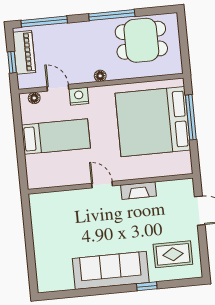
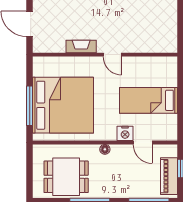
floor lamp: (34, 98) -> (164, 136), removed

